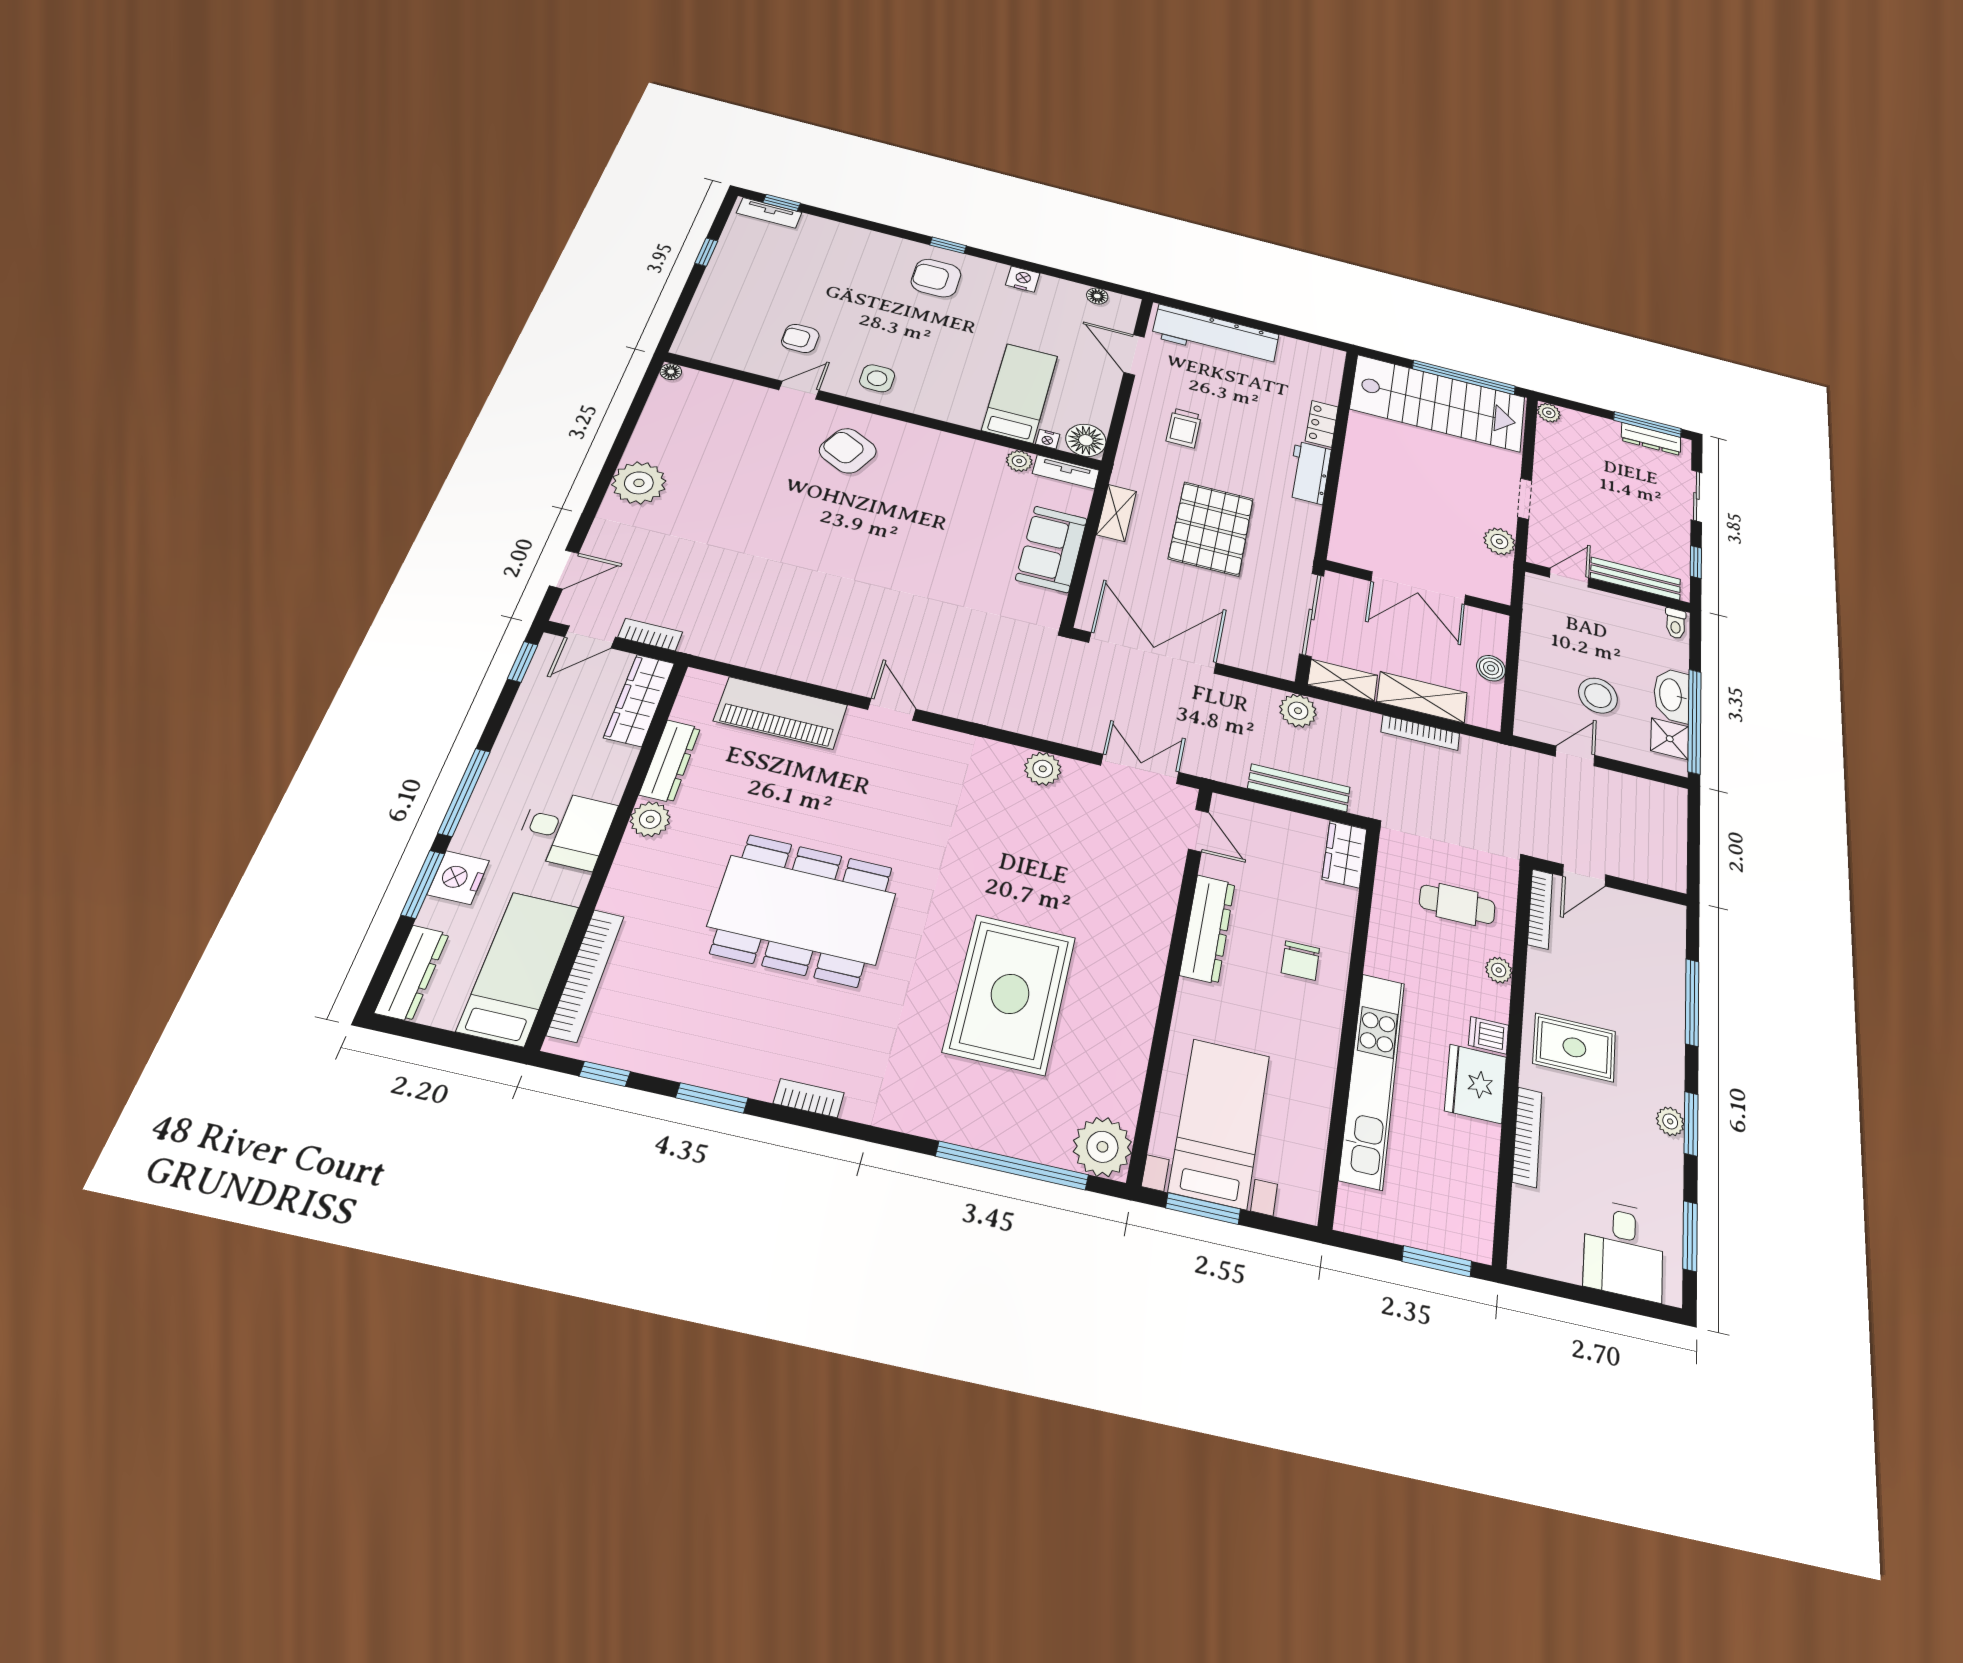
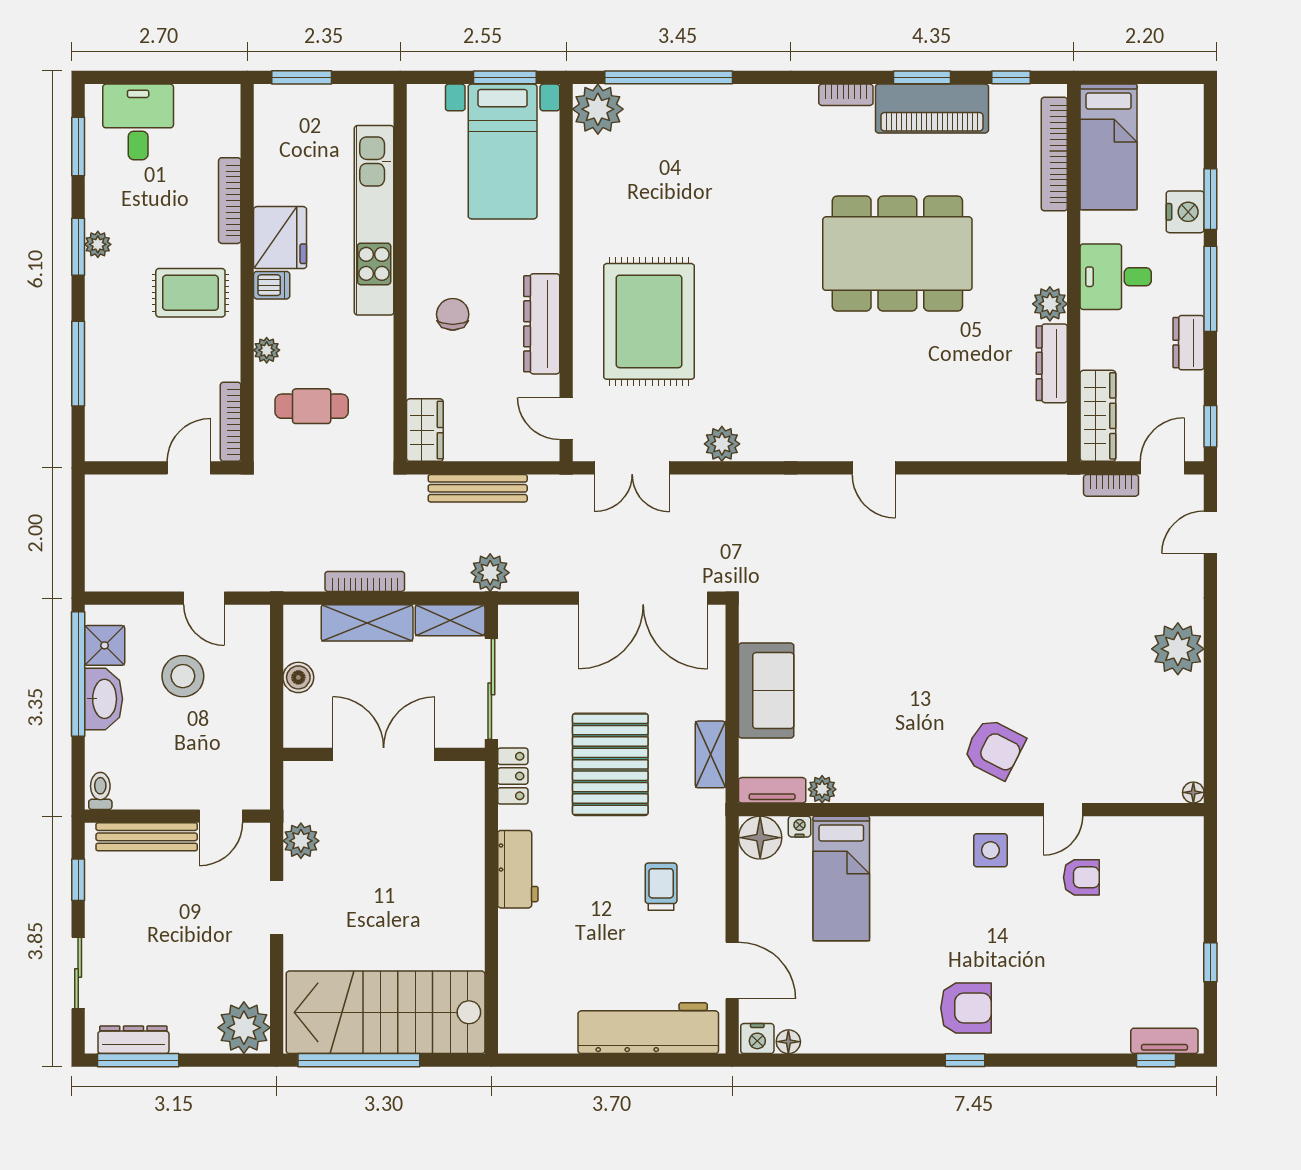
nightstand: (1023, 279) -> (757, 1039), moved
plant: (1549, 413) -> (244, 1028), width x1.87, depth x1.87
locker: (1322, 424) -> (513, 776), moved
piano: (781, 713) -> (932, 109), moved, turned 180
door: (1575, 756) -> (204, 598), hinge flipped
dresser: (412, 973) -> (1189, 343), moved, width x0.70
rug: (1010, 994) -> (649, 321), moved

